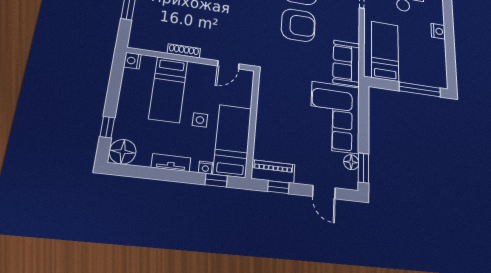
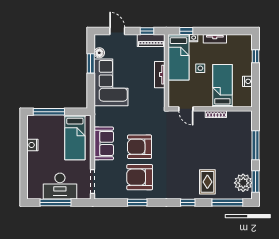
nightstand: (438, 31) -> (32, 145), moved
nightstand: (132, 61) -> (247, 81), moved
sofa: (346, 63) -> (104, 143), moved
door: (228, 65) -> (186, 109), swing flipped
tv unit: (263, 119) -> (160, 75), added
floor lamp: (123, 152) -> (244, 42), removed
window: (363, 168) -> (91, 63), moved

